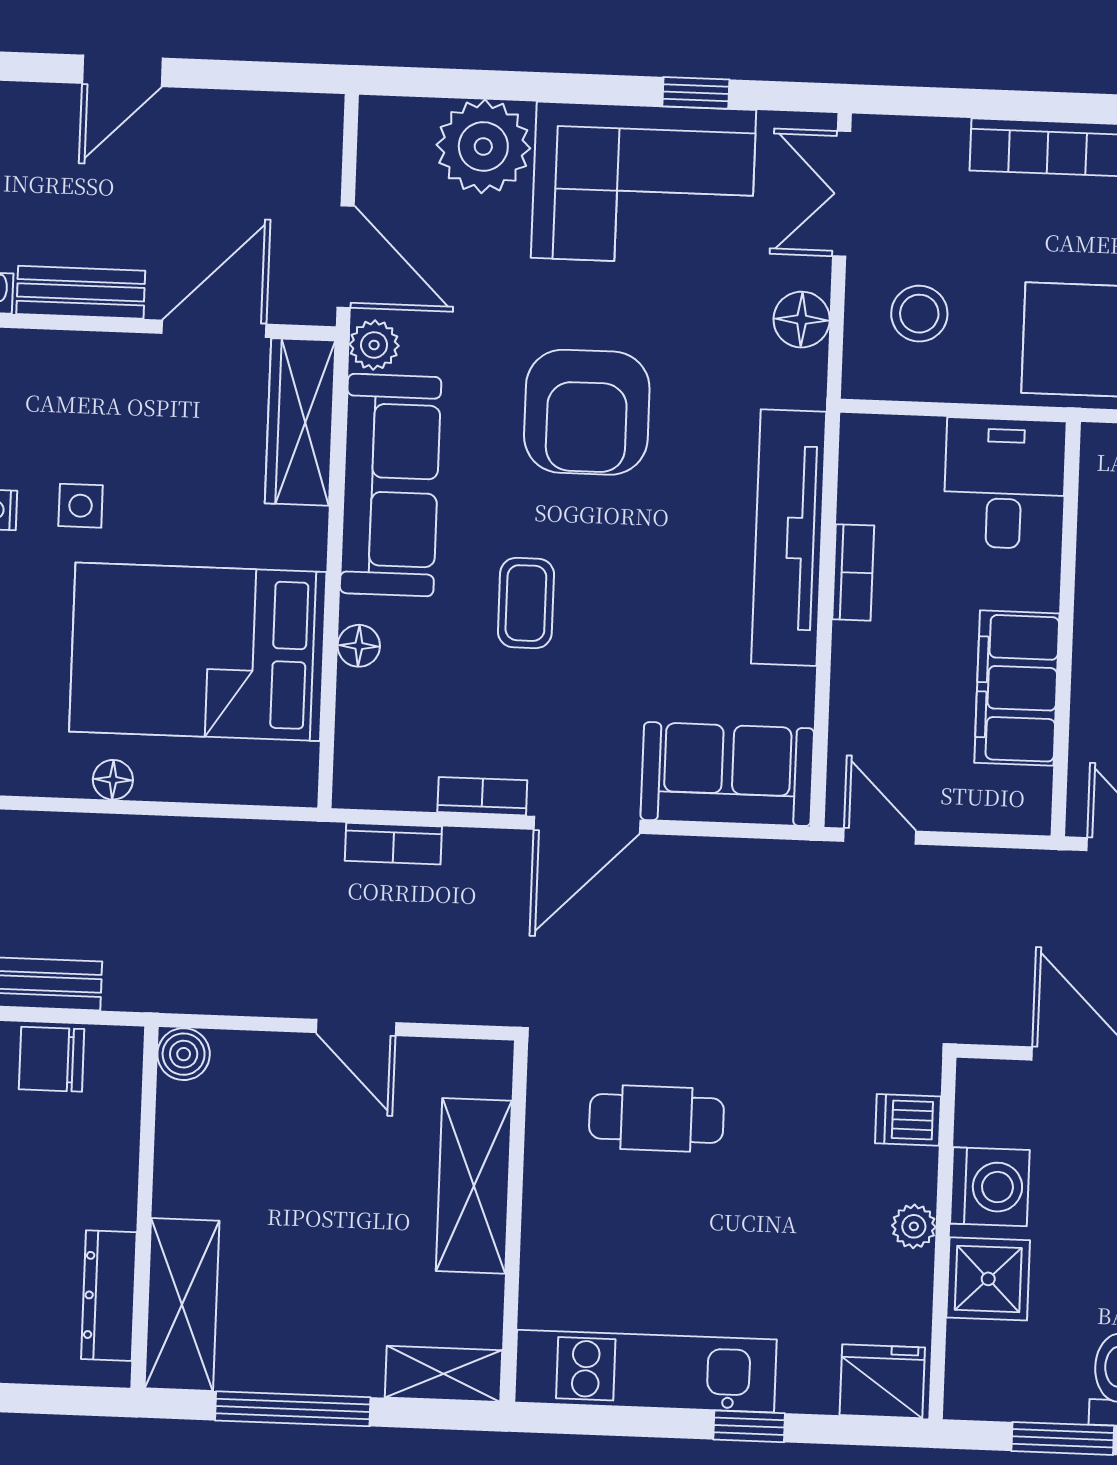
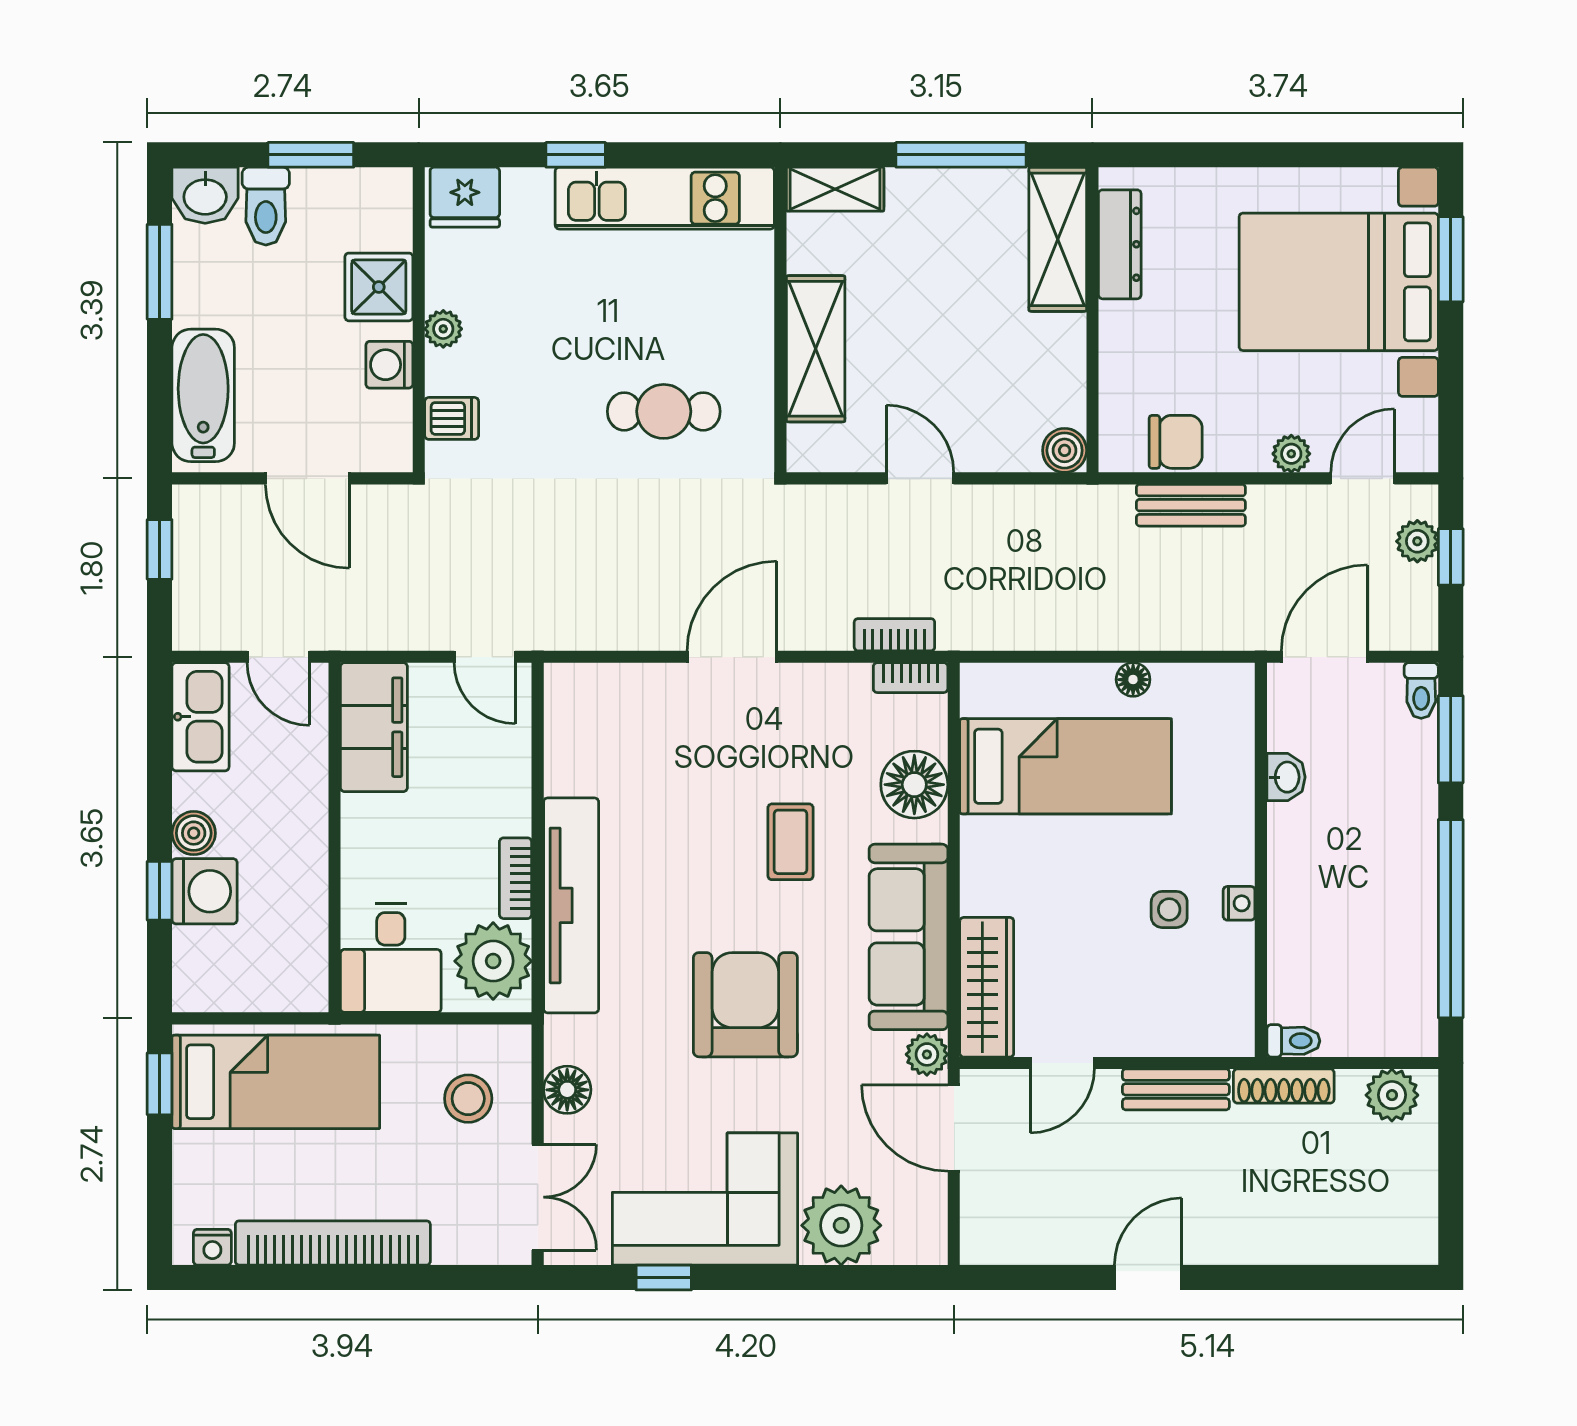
door: (214, 329) -> (1062, 1063), width x0.73
plant: (883, 475) -> (493, 961), added
floor lamp: (359, 646) -> (914, 785), width x1.89, depth x1.89
bed: (198, 652) -> (1066, 766), width x0.67
filing cabinet: (1017, 688) -> (374, 727), moved
sofa: (727, 774) -> (615, 704), removed
bookcase: (482, 796) -> (911, 678), moved
washing machine: (990, 1187) -> (389, 365), width x0.73, depth x0.73

